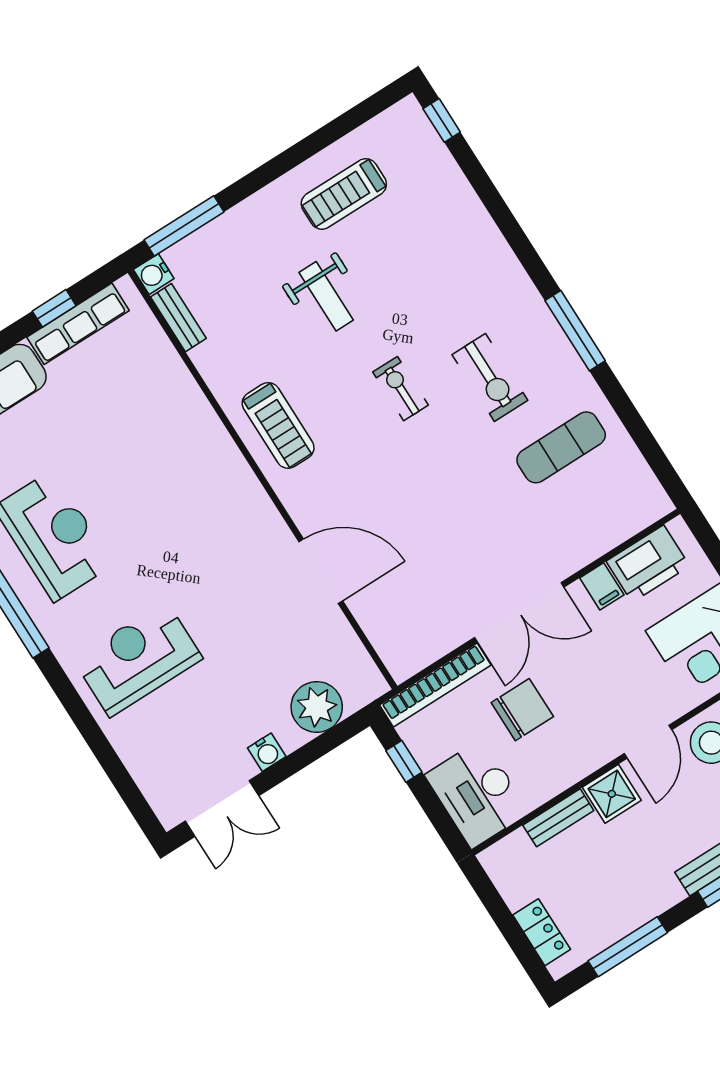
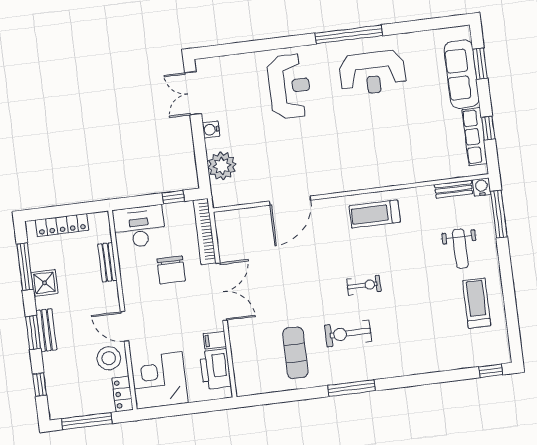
weight bench: (326, 296) -> (460, 249), moved, turned -90
double door: (519, 612) -> (221, 292), swing flipped
shower: (612, 794) -> (45, 283), moved
locker: (542, 932) -> (62, 225), width x1.53

